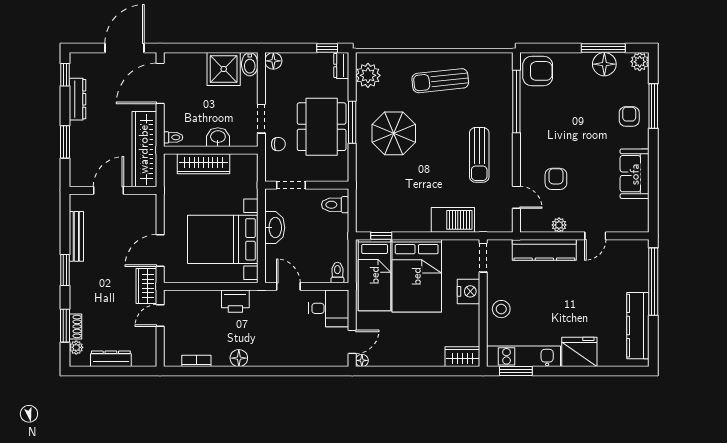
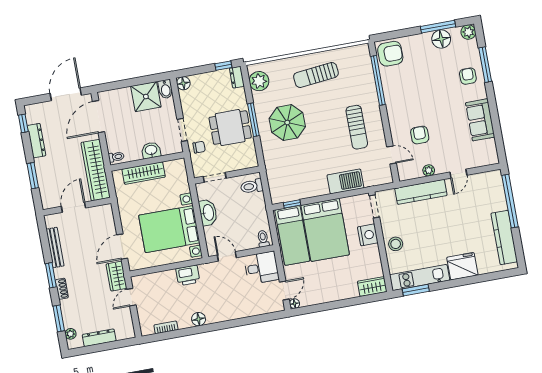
dining table: (322, 127) -> (230, 128), width x0.73
shoe rack: (75, 326) -> (62, 289), moved

